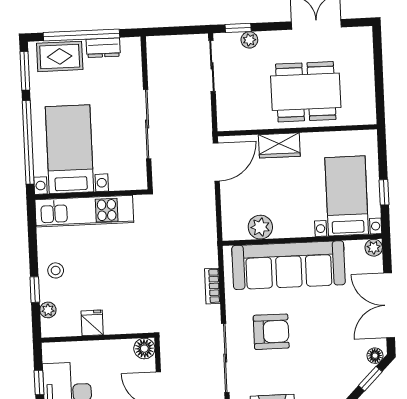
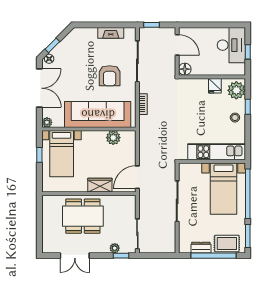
plant: (48, 310) -> (236, 90), width x1.87, depth x1.87
armchair: (271, 332) -> (110, 76), turned -90

